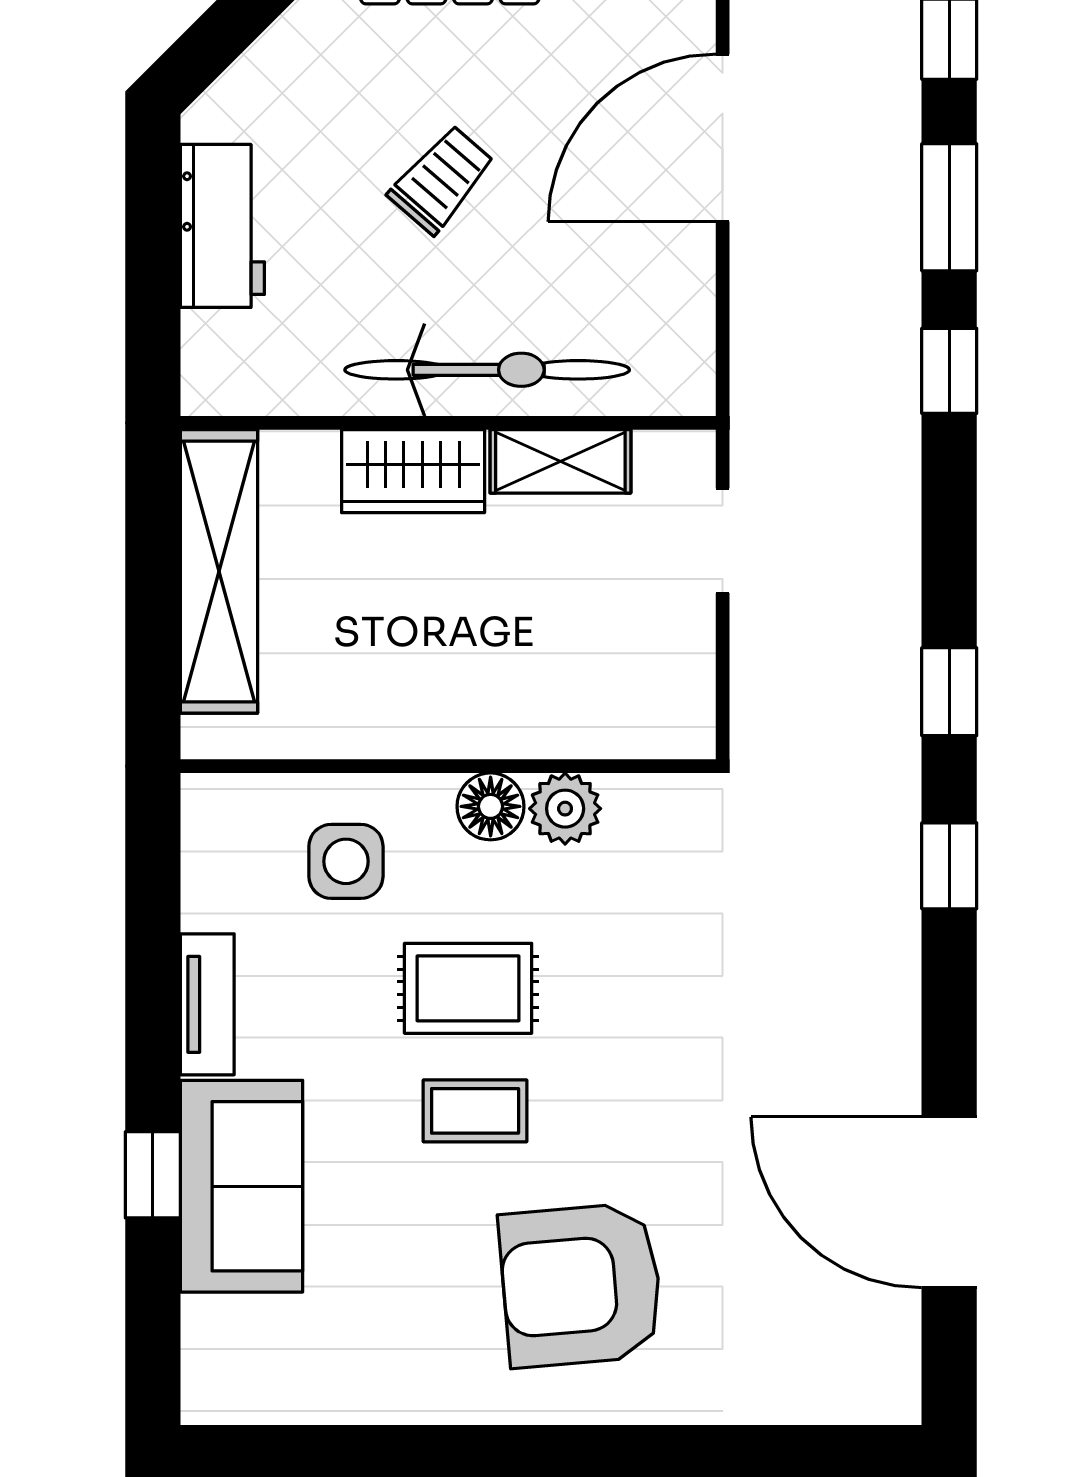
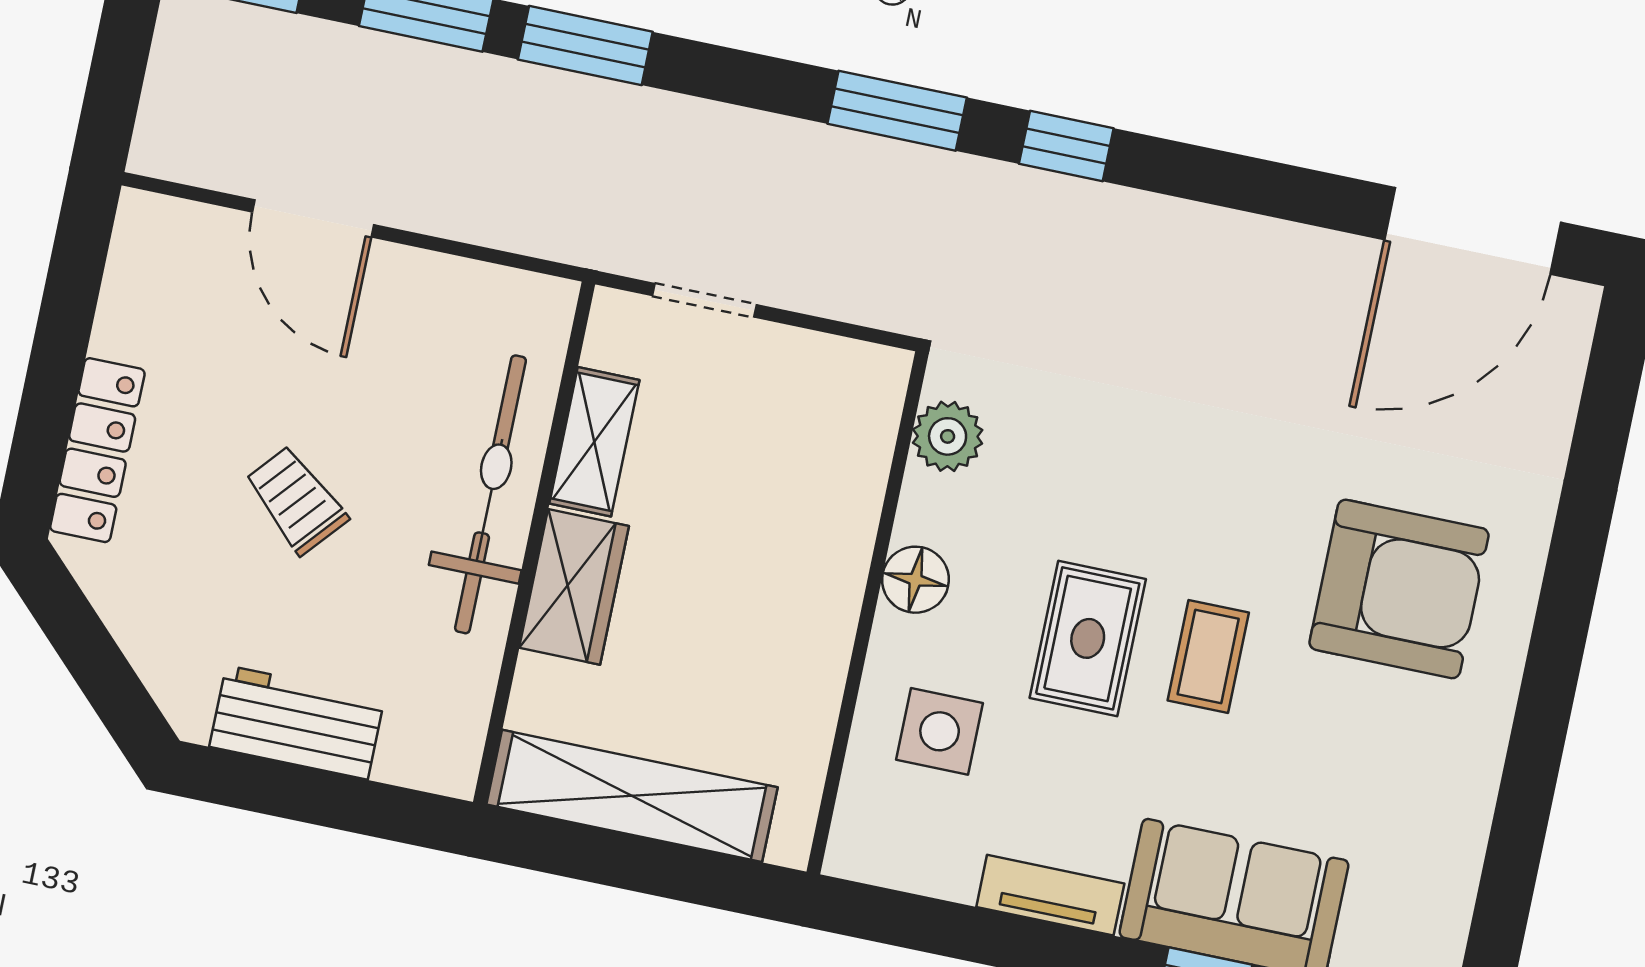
door: (723, 138) -> (313, 218), width x0.73
window: (949, 371) -> (585, 46), width x1.50
window: (949, 692) -> (897, 111), width x1.50
plant: (565, 809) -> (948, 436), moved
door: (949, 1202) -> (1473, 231), moved
armchair: (581, 1285) -> (1399, 589), turned -85

